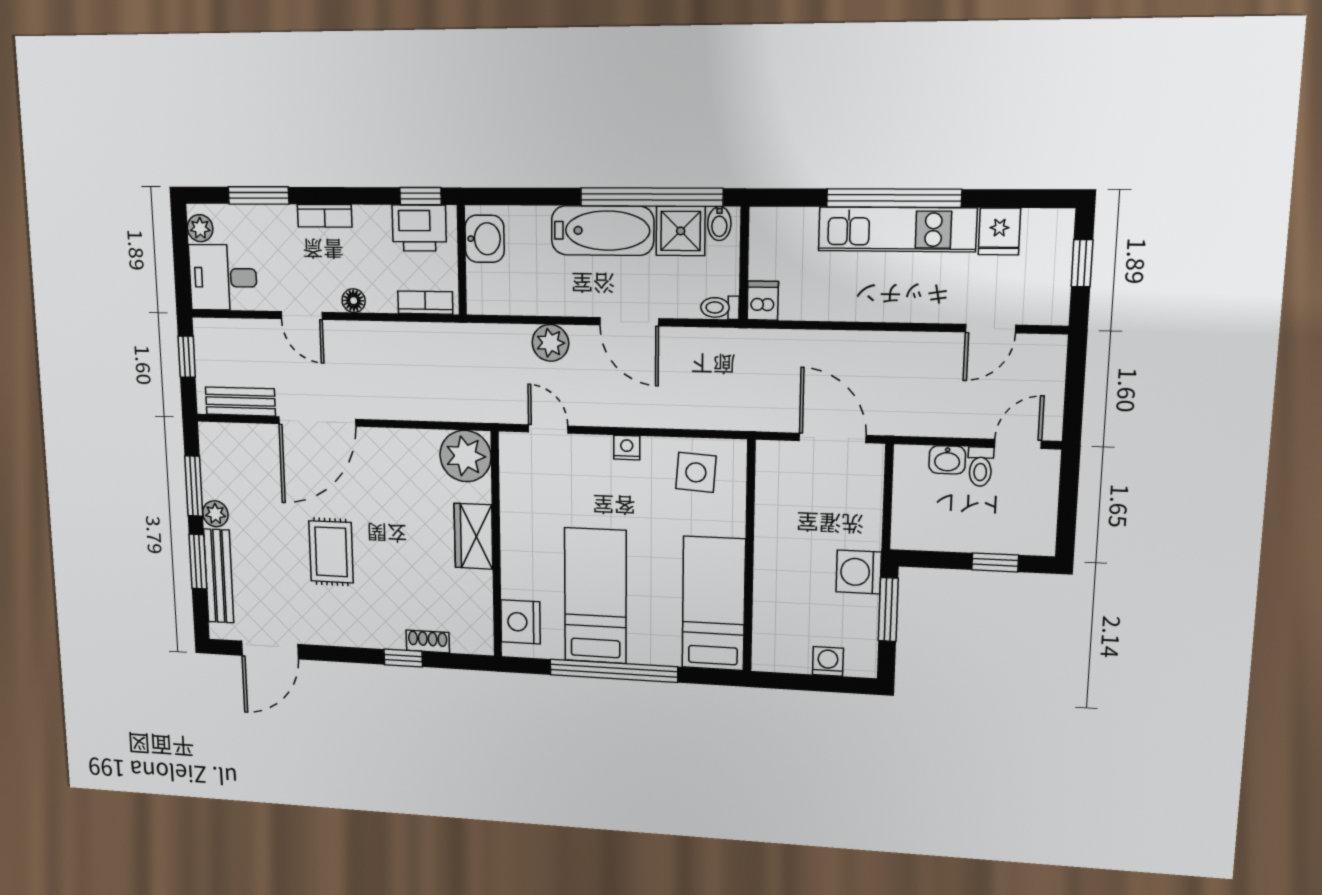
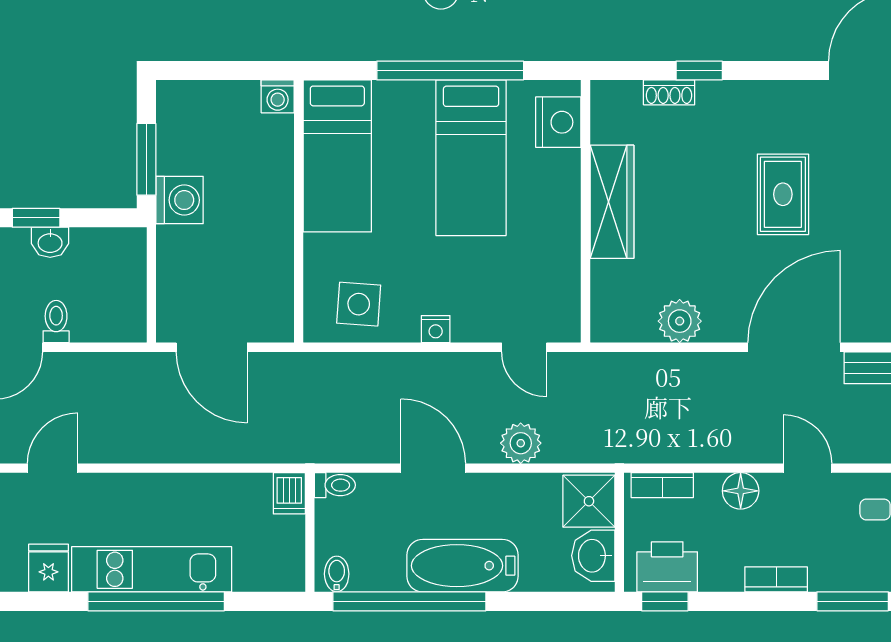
shower: (681, 231) -> (589, 501), moved
floor lamp: (354, 301) -> (741, 491), width x1.37, depth x1.37
plant: (465, 456) -> (680, 321), moved, width x0.73, depth x0.73
washbasin: (947, 460) -> (50, 242), moved, turned 180
wardrobe: (474, 536) -> (612, 202), width x1.50
washing machine: (828, 661) -> (278, 96), moved

